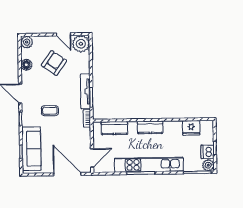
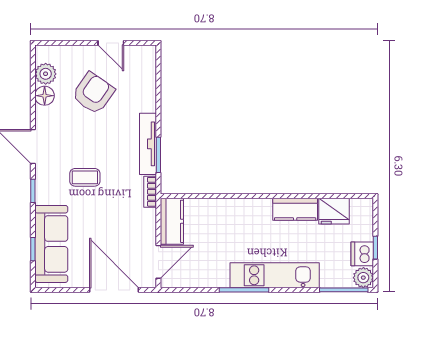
plant: (27, 42) -> (46, 74), moved
plant: (81, 44) -> (141, 60), removed
kitchen counter: (150, 127) -> (295, 209), moved
kitchen counter: (114, 128) -> (172, 221), moved, turned -90
kitchen unit: (149, 165) -> (275, 275), width x0.73

